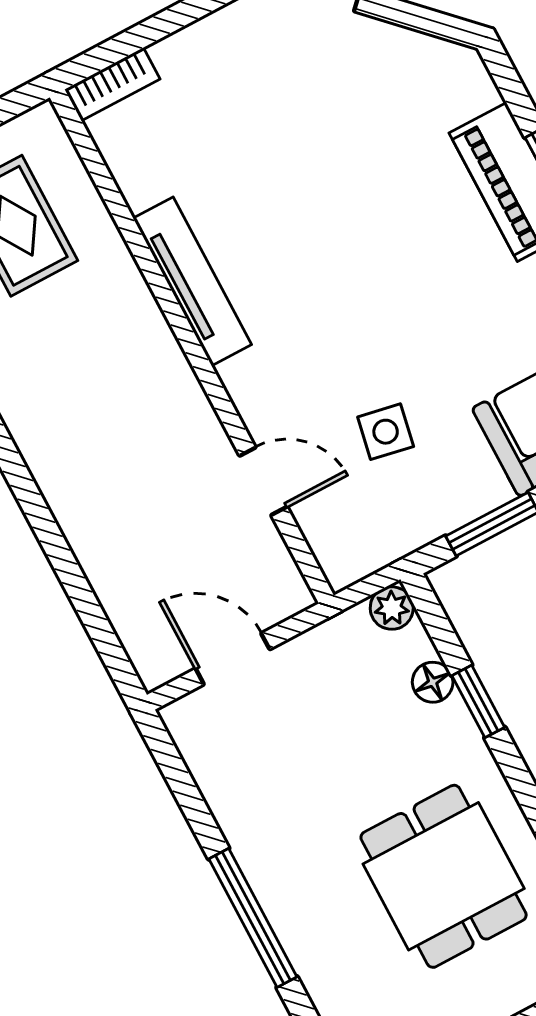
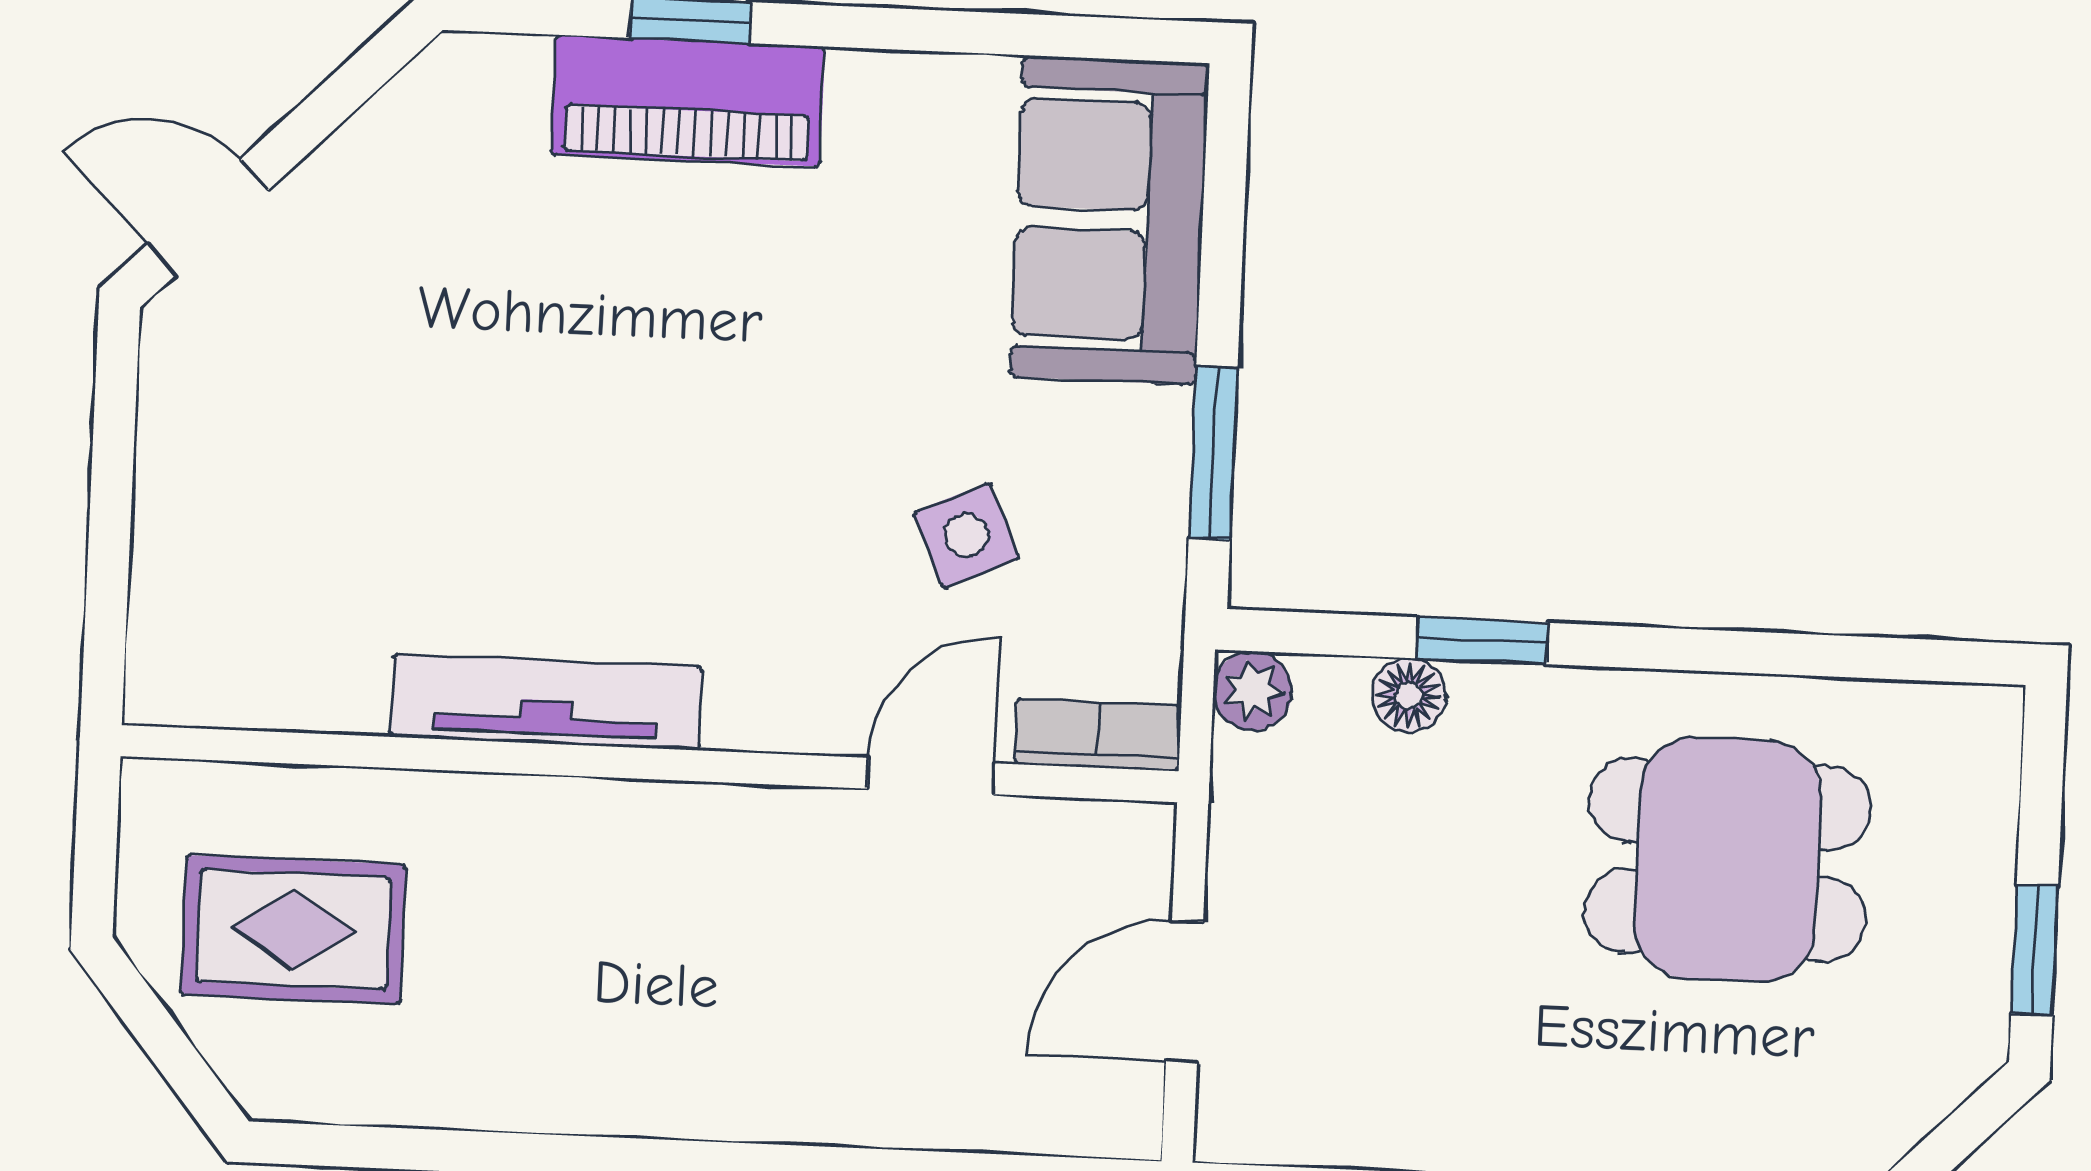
bookcase: (112, 84) -> (1098, 735), moved, turned -90
side table: (386, 432) -> (966, 535), turned -35

